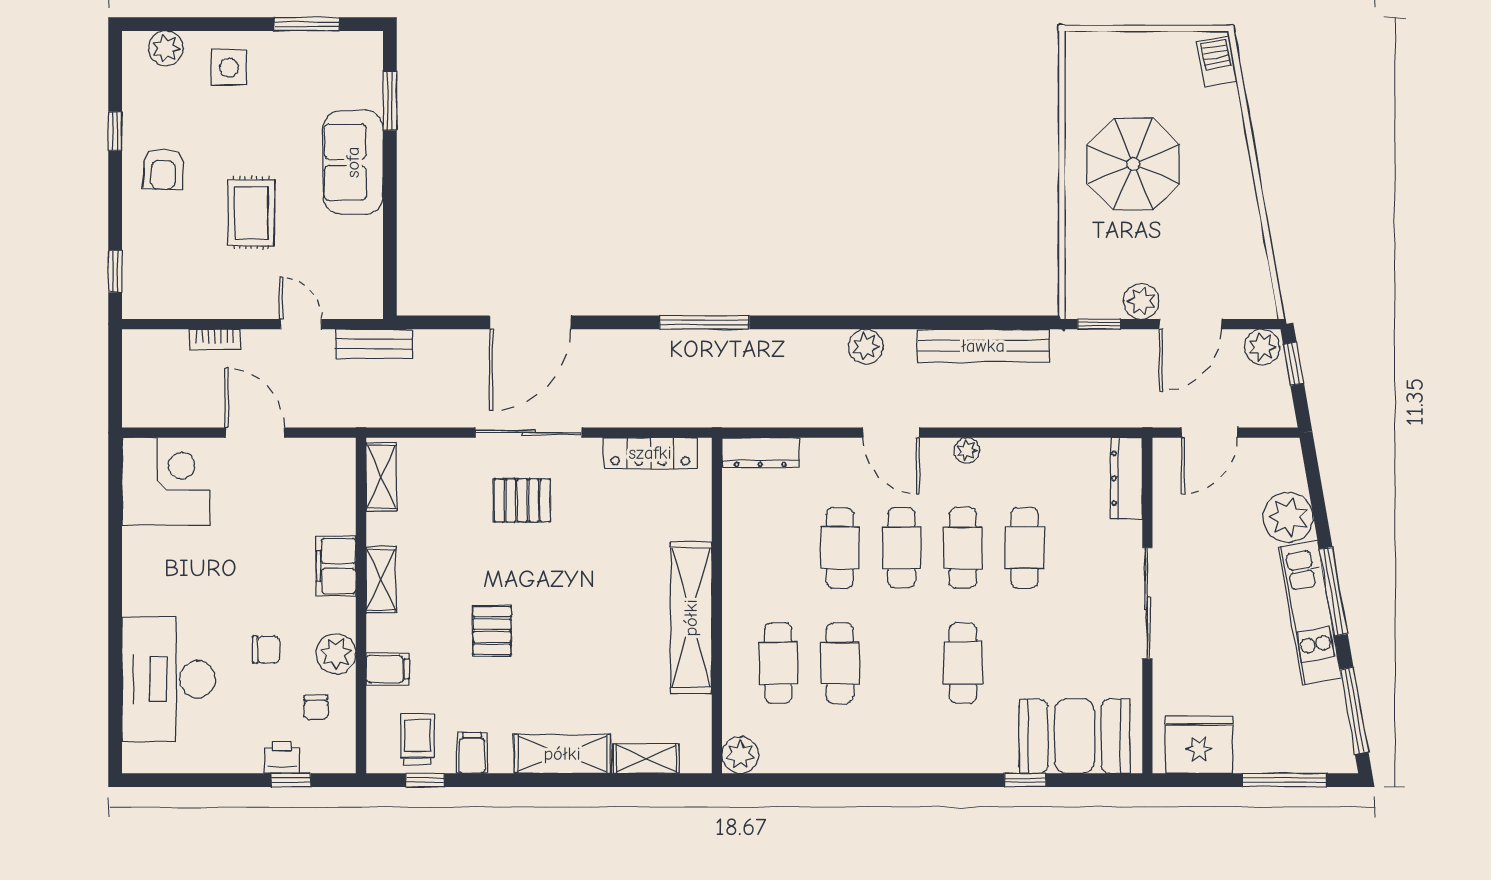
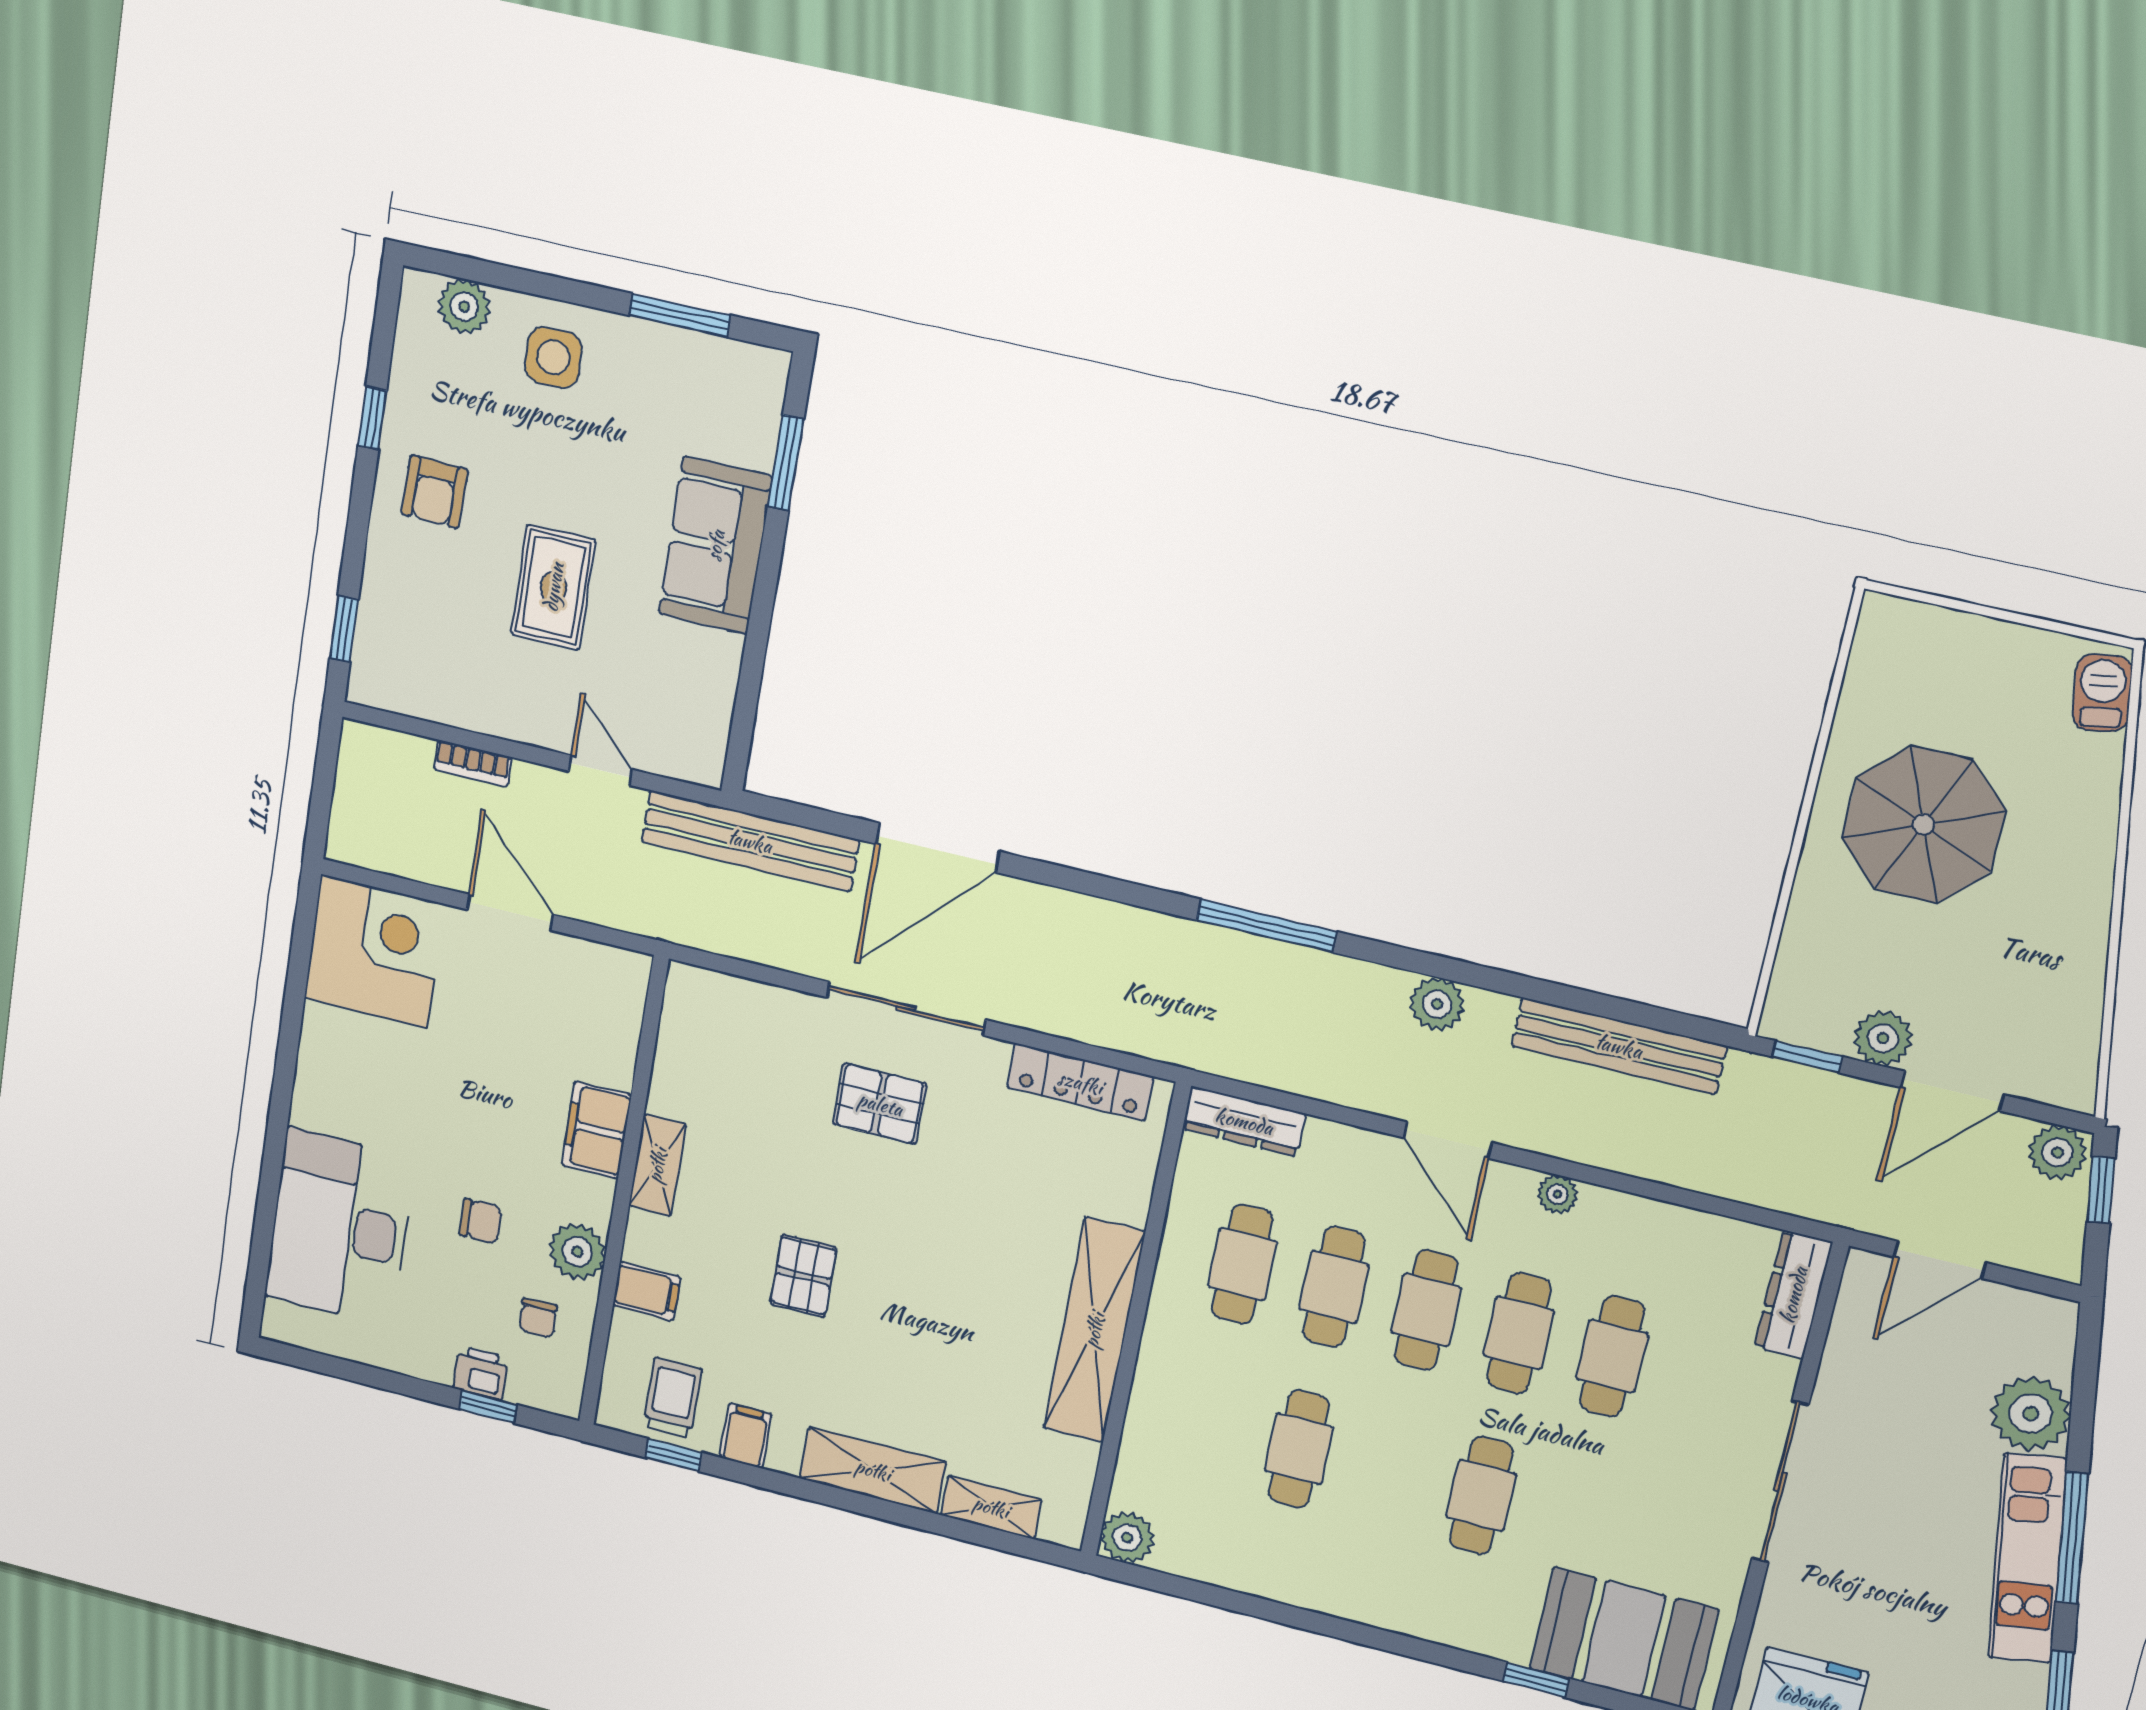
window: (704, 322) -> (1267, 926), moved
bench: (374, 344) -> (750, 841), width x1.86, depth x1.21
shelving: (381, 477) -> (682, 1020), removed
cafe table: (778, 663) -> (1242, 1264), moved

